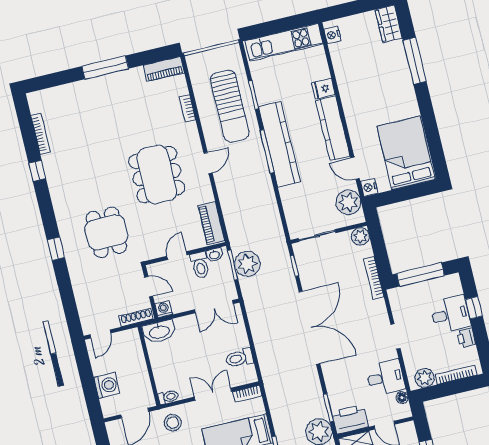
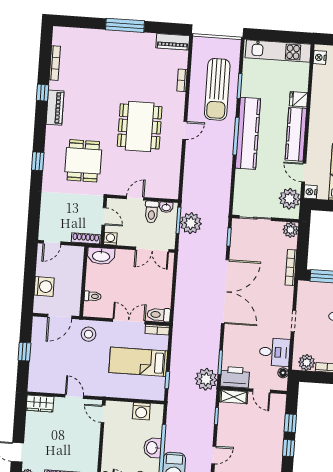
piano: (211, 223) -> (55, 108), moved, turned 180
toilet: (239, 358) -> (159, 315), moved
toilet: (168, 397) -> (93, 296), moved

